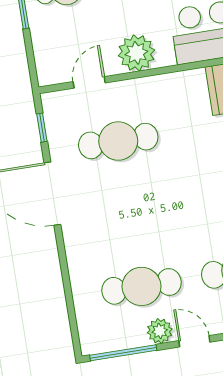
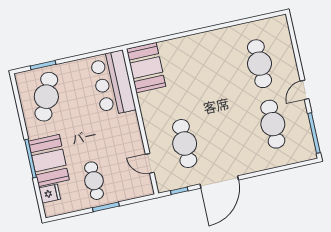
plant: (136, 53) -> (130, 135), removed
plant: (160, 331) -> (299, 111), removed

